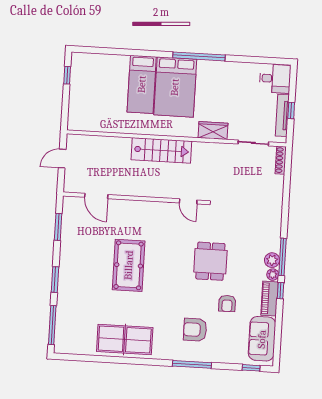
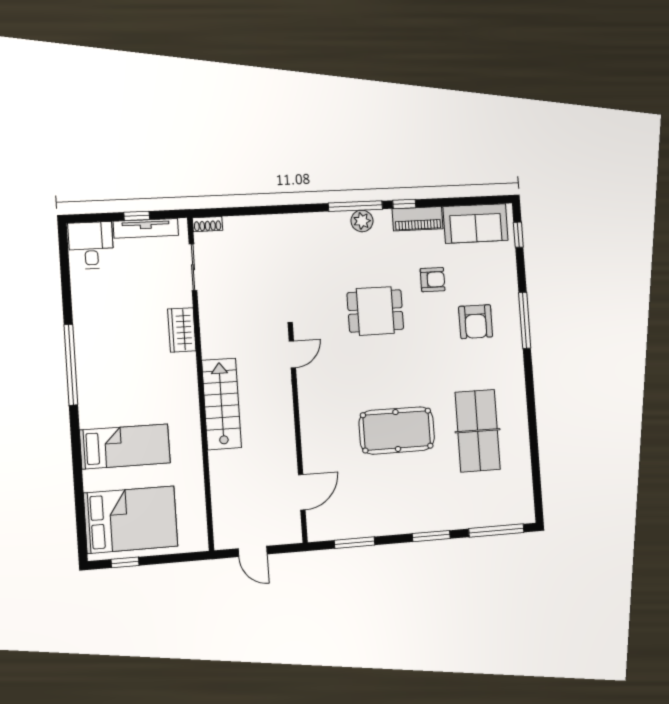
bed: (175, 87) -> (131, 520), moved
shoe rack: (281, 160) -> (207, 224), width x0.70
plant: (273, 275) -> (383, 218), removed
table tennis table: (125, 340) -> (478, 431), moved

